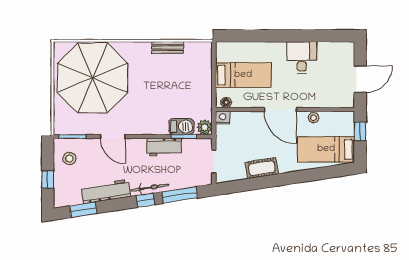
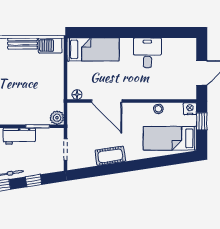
bed: (243, 75) -> (93, 49), moved
door: (280, 109) -> (107, 101), moved
nightstand: (223, 118) -> (190, 109), moved
barbecue: (182, 127) -> (50, 45), moved, turned 180
window: (180, 195) -> (34, 181), width x0.46

